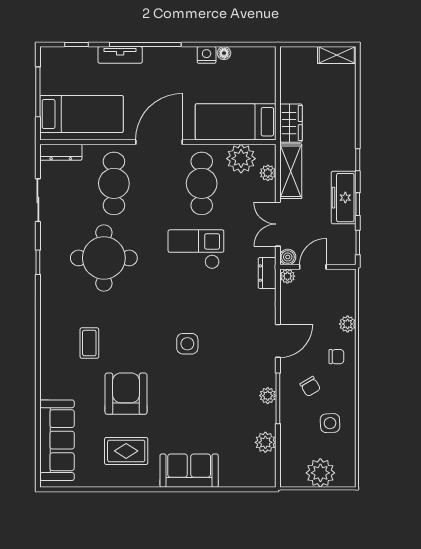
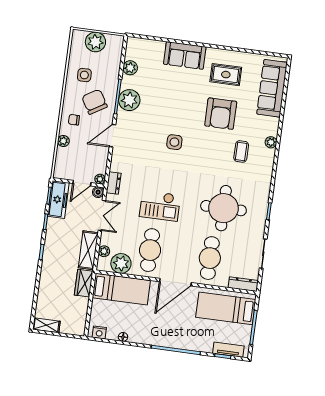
tv unit: (120, 55) -> (228, 350), moved
nightstand: (207, 55) -> (99, 332), moved
freezer: (344, 198) -> (58, 200), moved
plant: (48, 362) -> (271, 142), added
chair: (310, 386) -> (95, 102), width x1.87, depth x1.87
plant: (268, 396) -> (129, 100), width x1.87, depth x1.87

